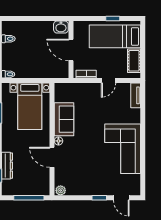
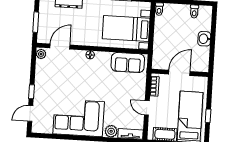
washbasin: (61, 27) -> (204, 39), moved
plant: (134, 115) -> (111, 131), added
sofa: (64, 119) -> (128, 63), moved
door: (52, 157) -> (60, 46), moved
window: (29, 198) -> (36, 22), width x0.69

